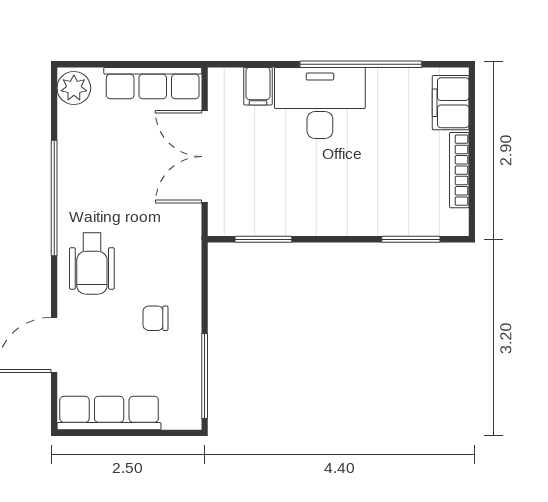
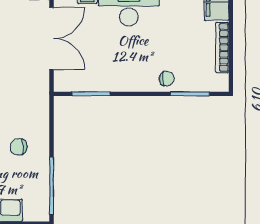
double door: (205, 157) -> (52, 38), swing flipped
chair: (376, 217) -> (167, 79), added

